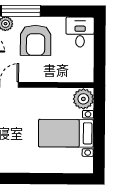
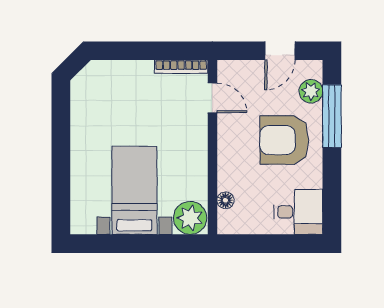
floor lamp: (73, 77) -> (225, 200), added

